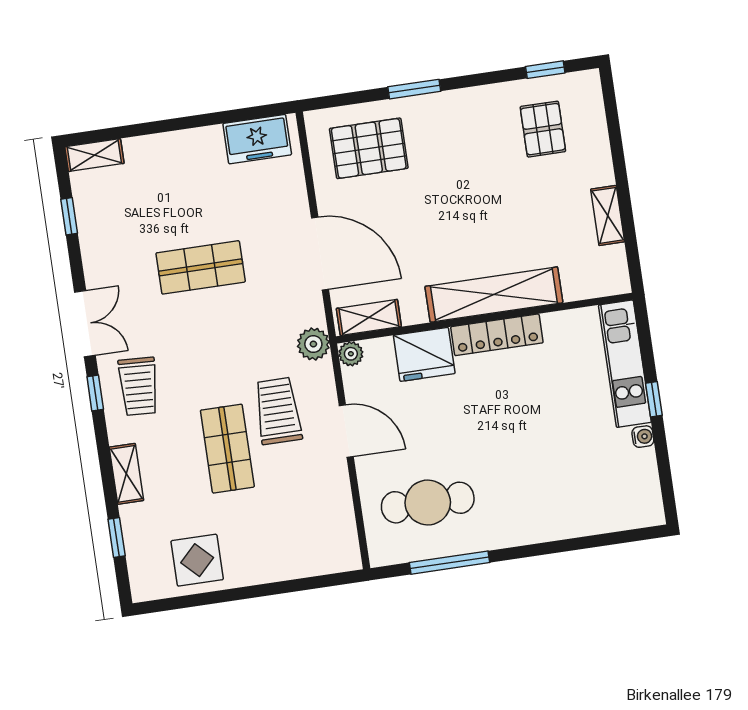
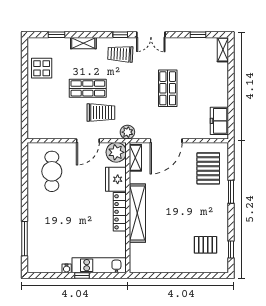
shelving: (608, 215) -> (164, 267), removed
plant: (351, 354) -> (116, 152), width x1.87, depth x1.87
window: (449, 563) -> (25, 239), moved

